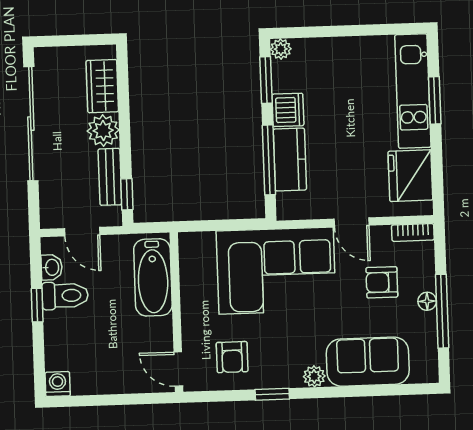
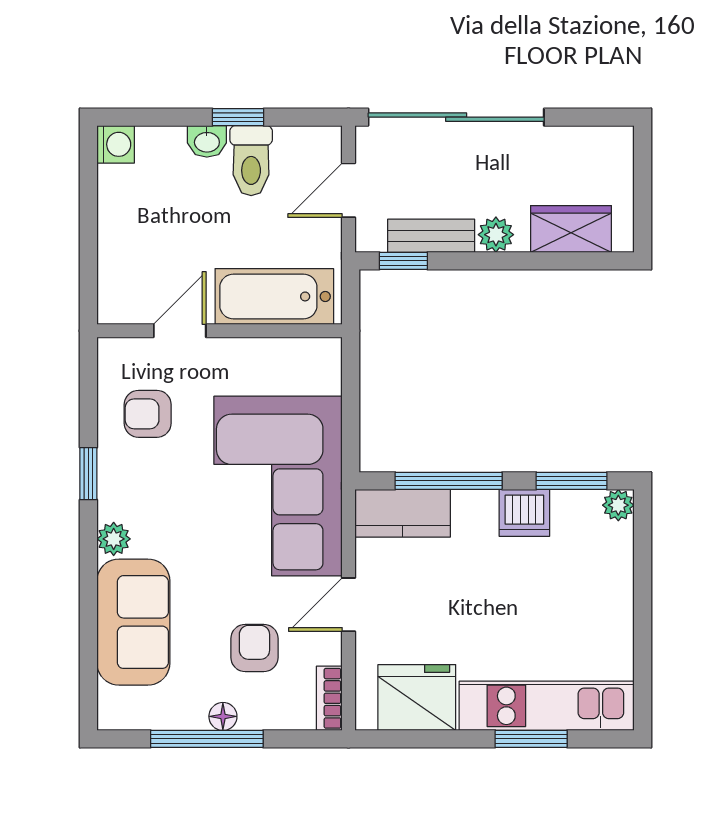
sliding door: (31, 124) -> (456, 117), moved
plant: (103, 131) -> (496, 235), width x0.73, depth x0.73
kitchen counter: (290, 160) -> (403, 513), moved
washbasin: (52, 267) -> (207, 141), moved
door: (178, 369) -> (180, 331), moved

